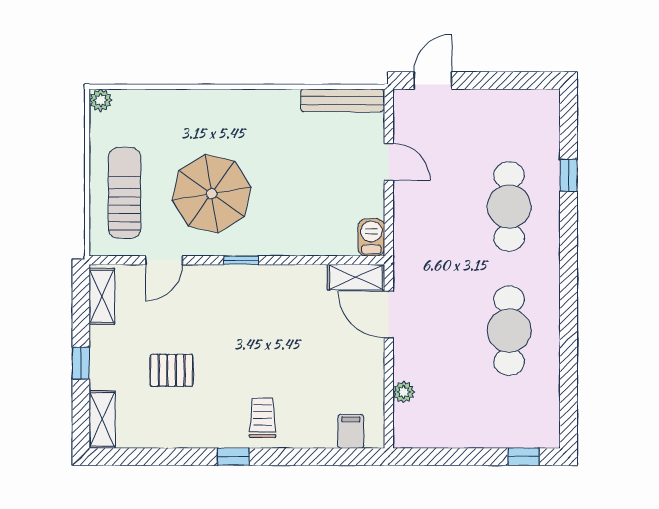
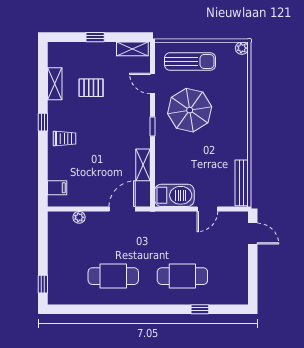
barbecue: (371, 237) -> (174, 195), width x1.88, depth x1.53
shelving: (356, 277) -> (143, 165), moved
pallet: (172, 370) -> (91, 88), turned 90
shelving: (102, 420) -> (55, 84), moved, turned 90

